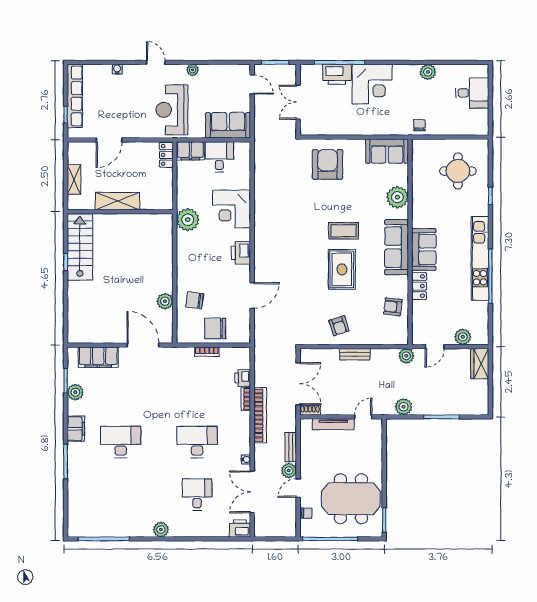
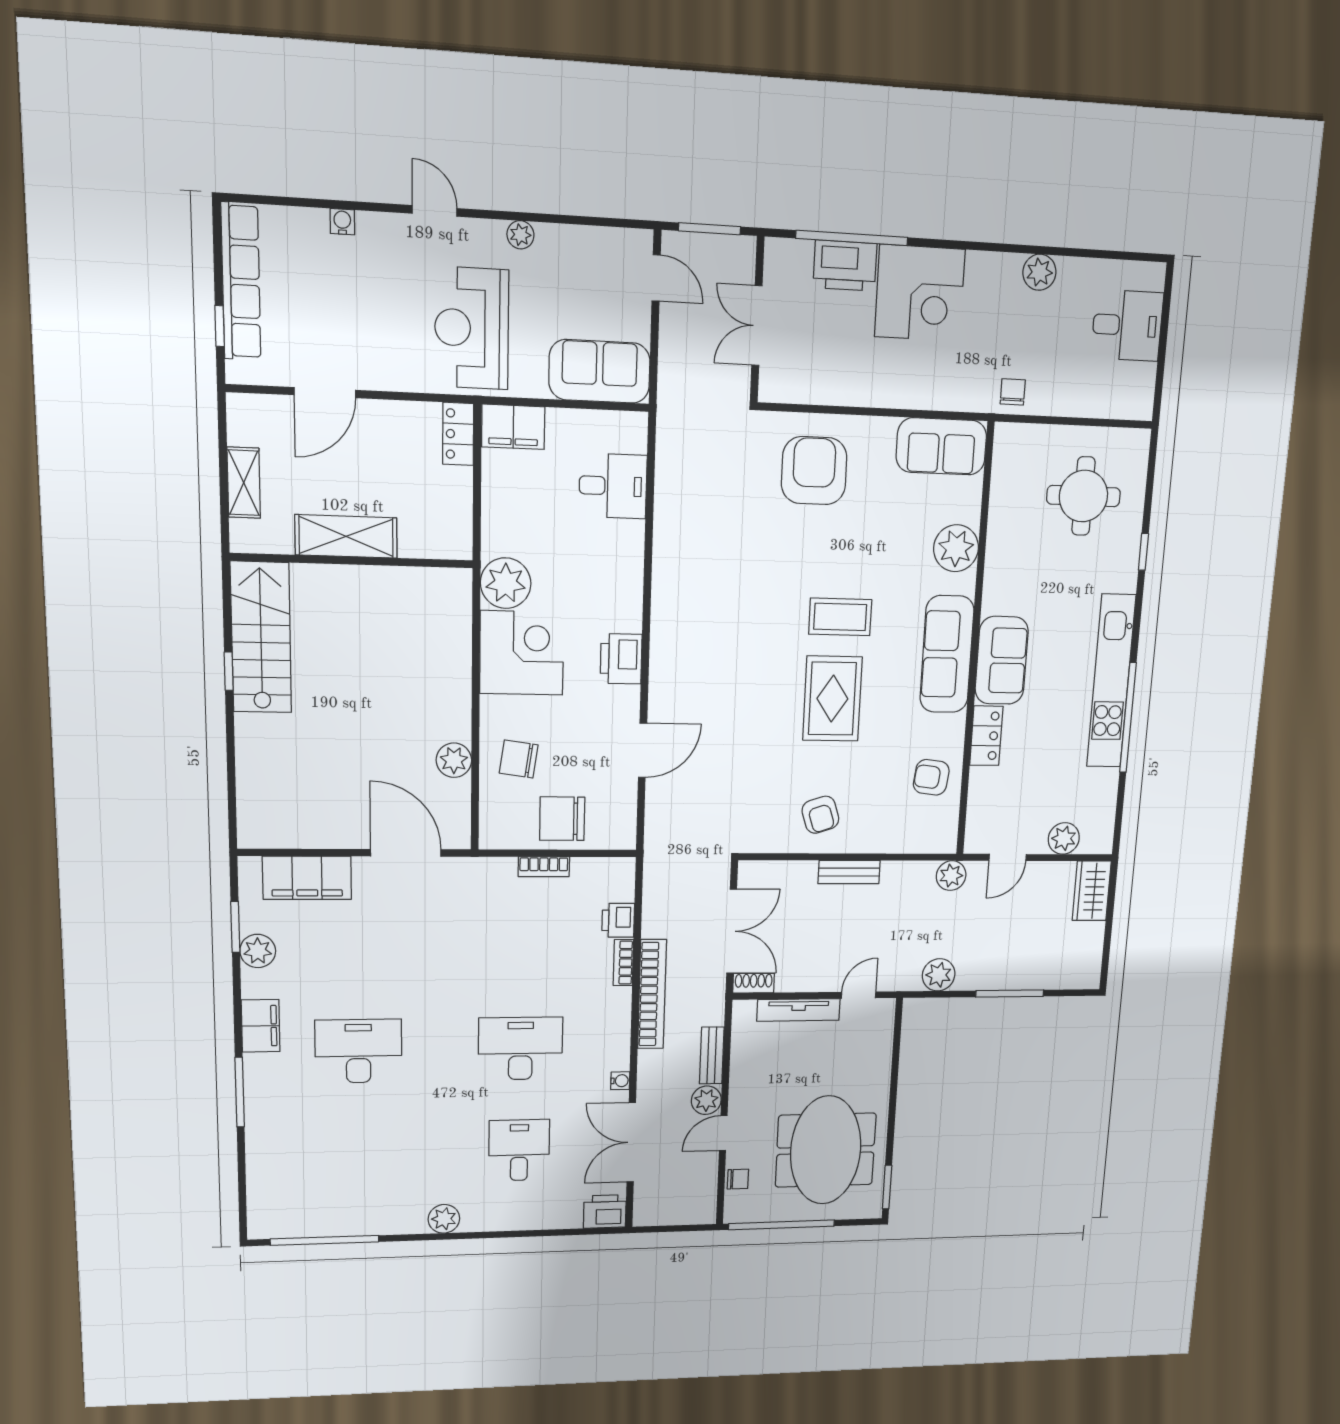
desk: (219, 157) -> (613, 486), moved, turned 90
corner desk: (231, 209) -> (522, 653), moved, turned 180
meeting table: (351, 499) -> (826, 1150), turned 90

